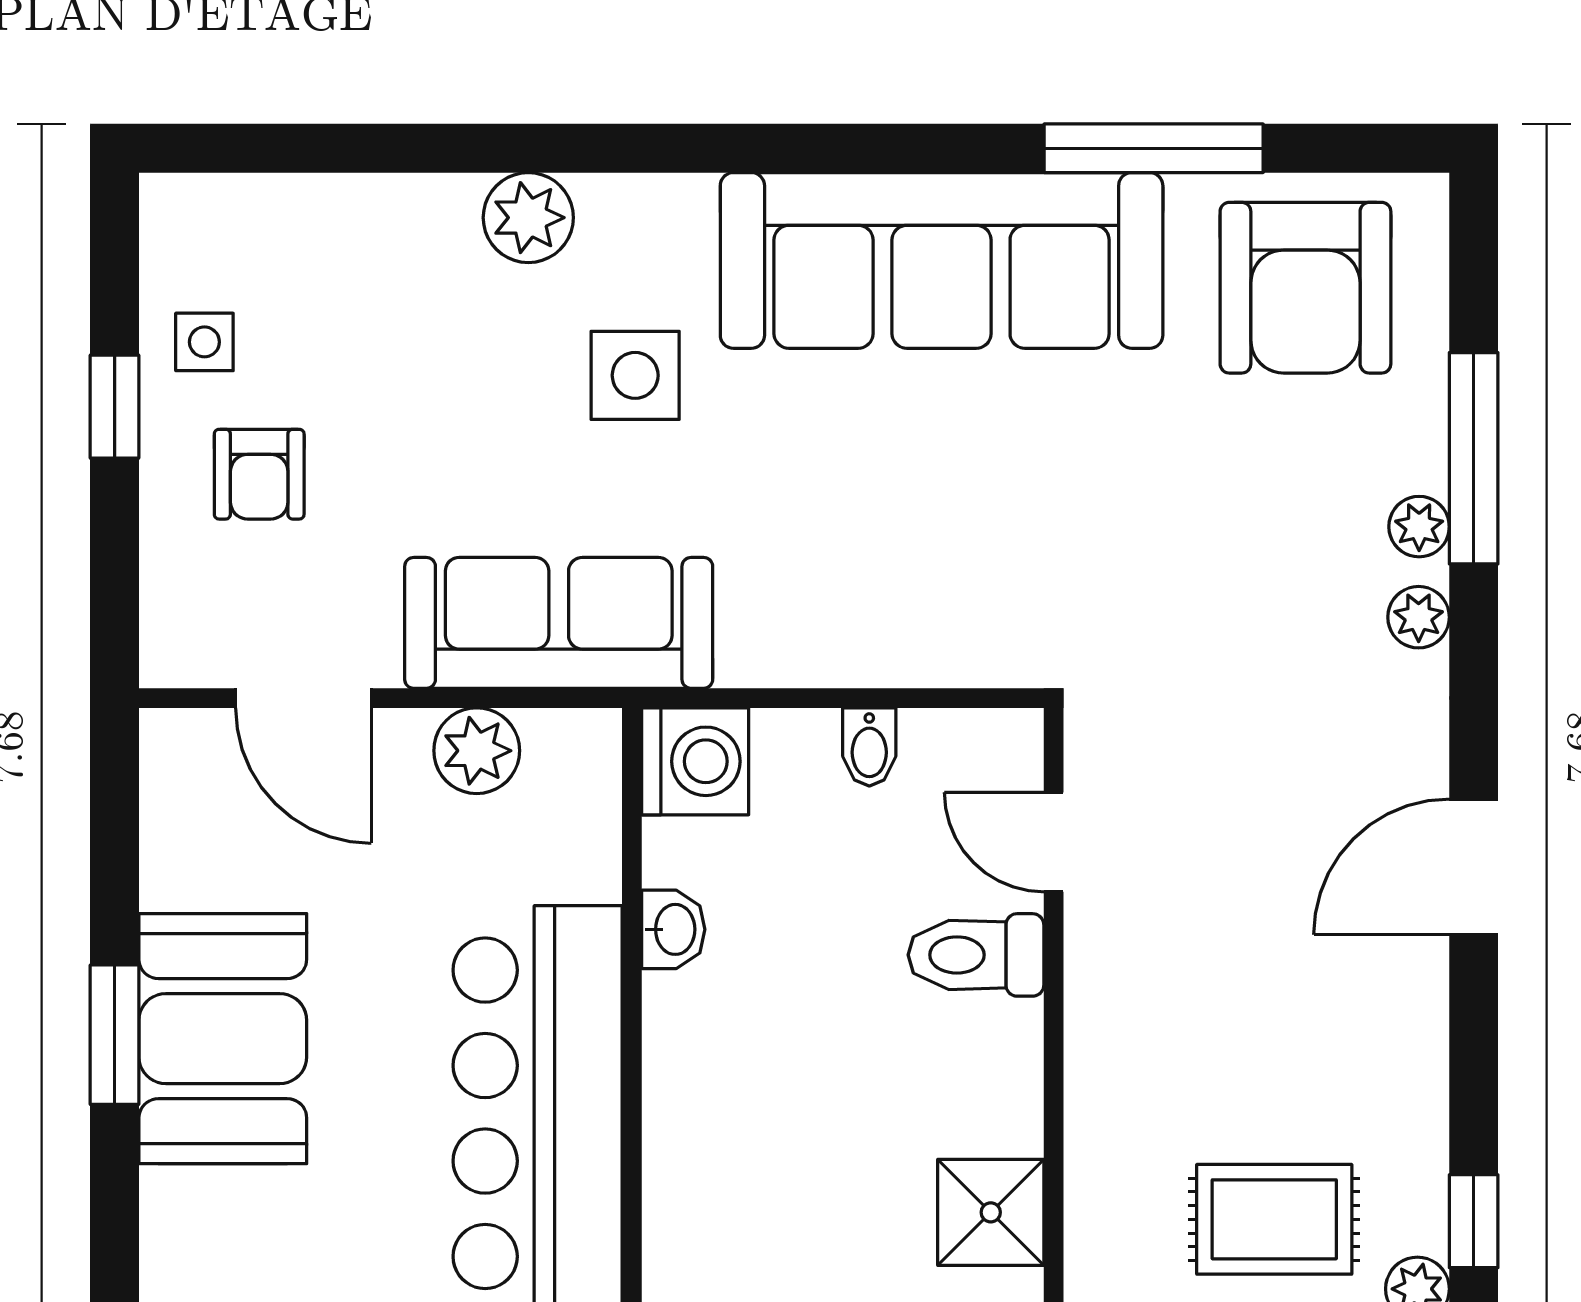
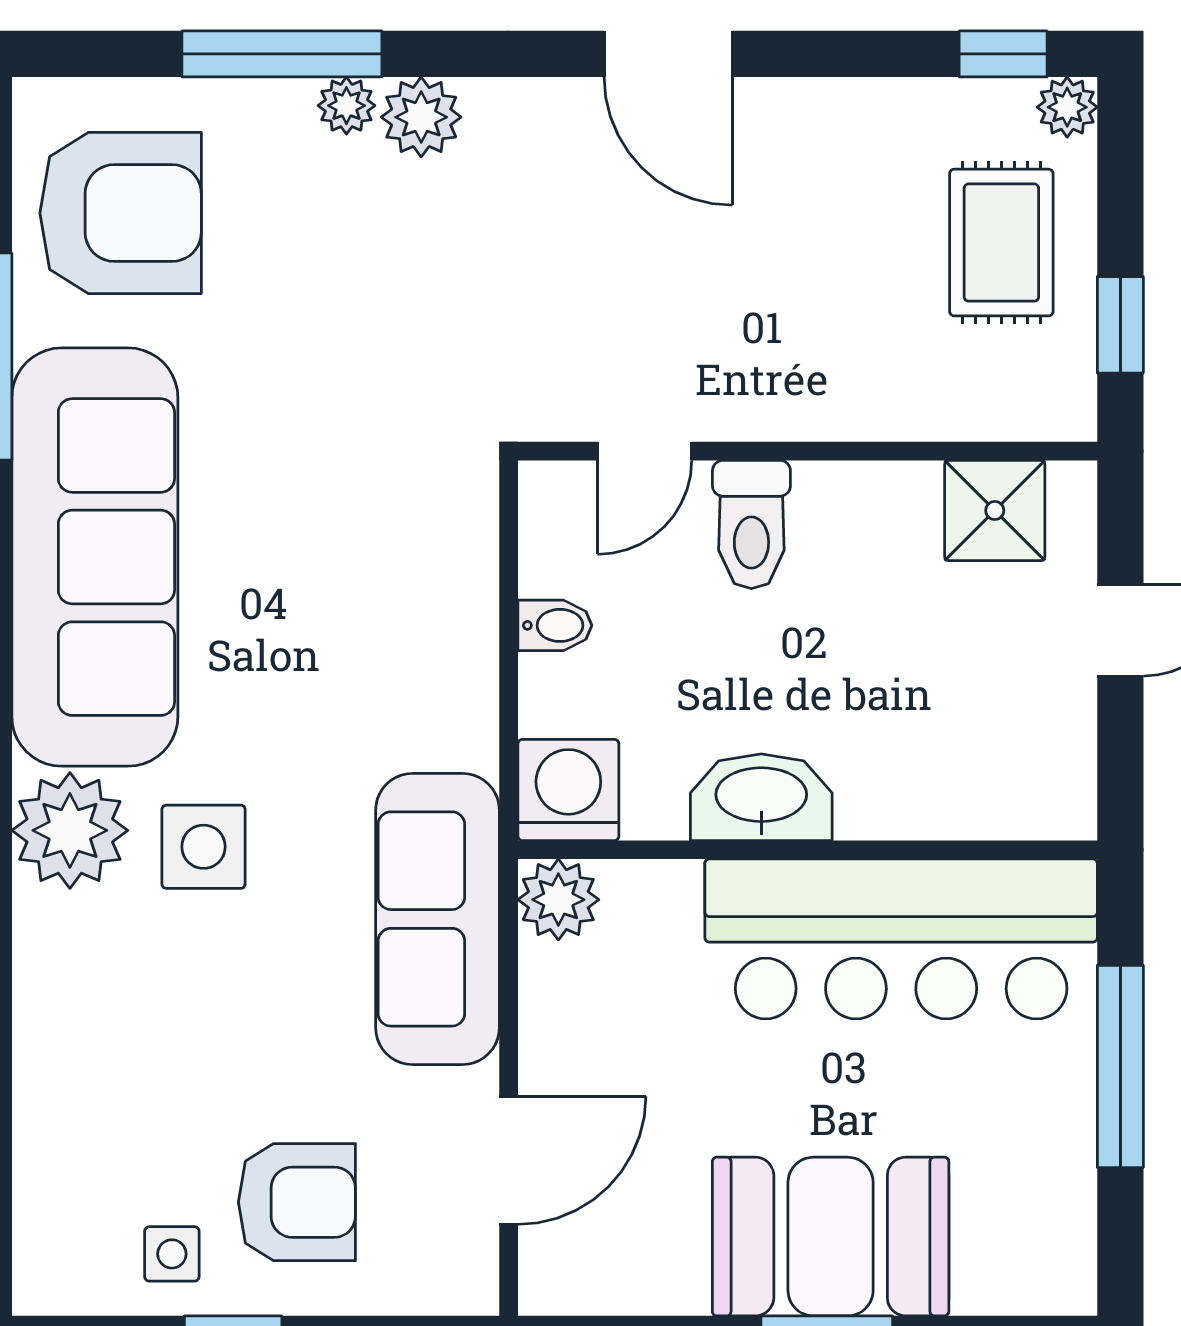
plant: (528, 218) -> (70, 830), moved, width x1.36, depth x1.36
armchair: (259, 474) -> (297, 1202), width x1.38, depth x1.38
plant: (1419, 617) -> (421, 117), width x1.38, depth x1.38
plant: (477, 751) -> (558, 900), moved
washbasin: (673, 929) -> (761, 797), width x1.91, depth x1.45

